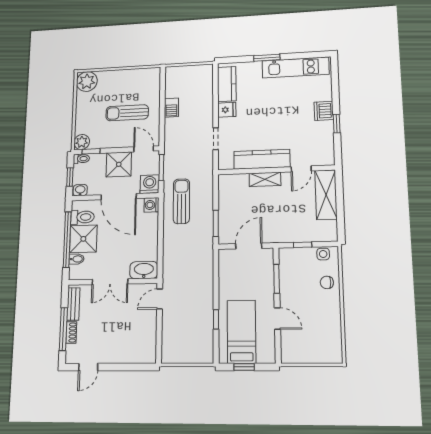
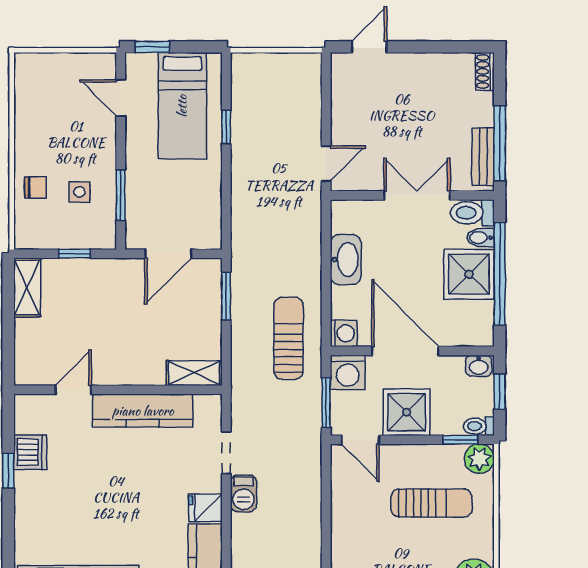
barbecue: (171, 108) -> (243, 493), moved, turned 180
dishwasher: (324, 111) -> (30, 452), moved
sun lounger: (127, 113) -> (432, 503), moved
shelving: (265, 179) -> (194, 373), moved
shelving: (326, 195) -> (27, 287), moved, width x0.67, depth x0.75
sun lounger: (181, 201) -> (288, 338), turned 180
toilet: (82, 217) -> (472, 213), moved
side table: (323, 254) -> (79, 192), moved
washbasin: (144, 270) -> (346, 260), moved, turned -90
door: (277, 318) -> (121, 98), moved
window: (63, 329) -> (500, 143), moved
shoe rack: (71, 333) -> (485, 71), moved
door: (88, 367) -> (369, 47), moved
window: (244, 367) -> (152, 47), moved

